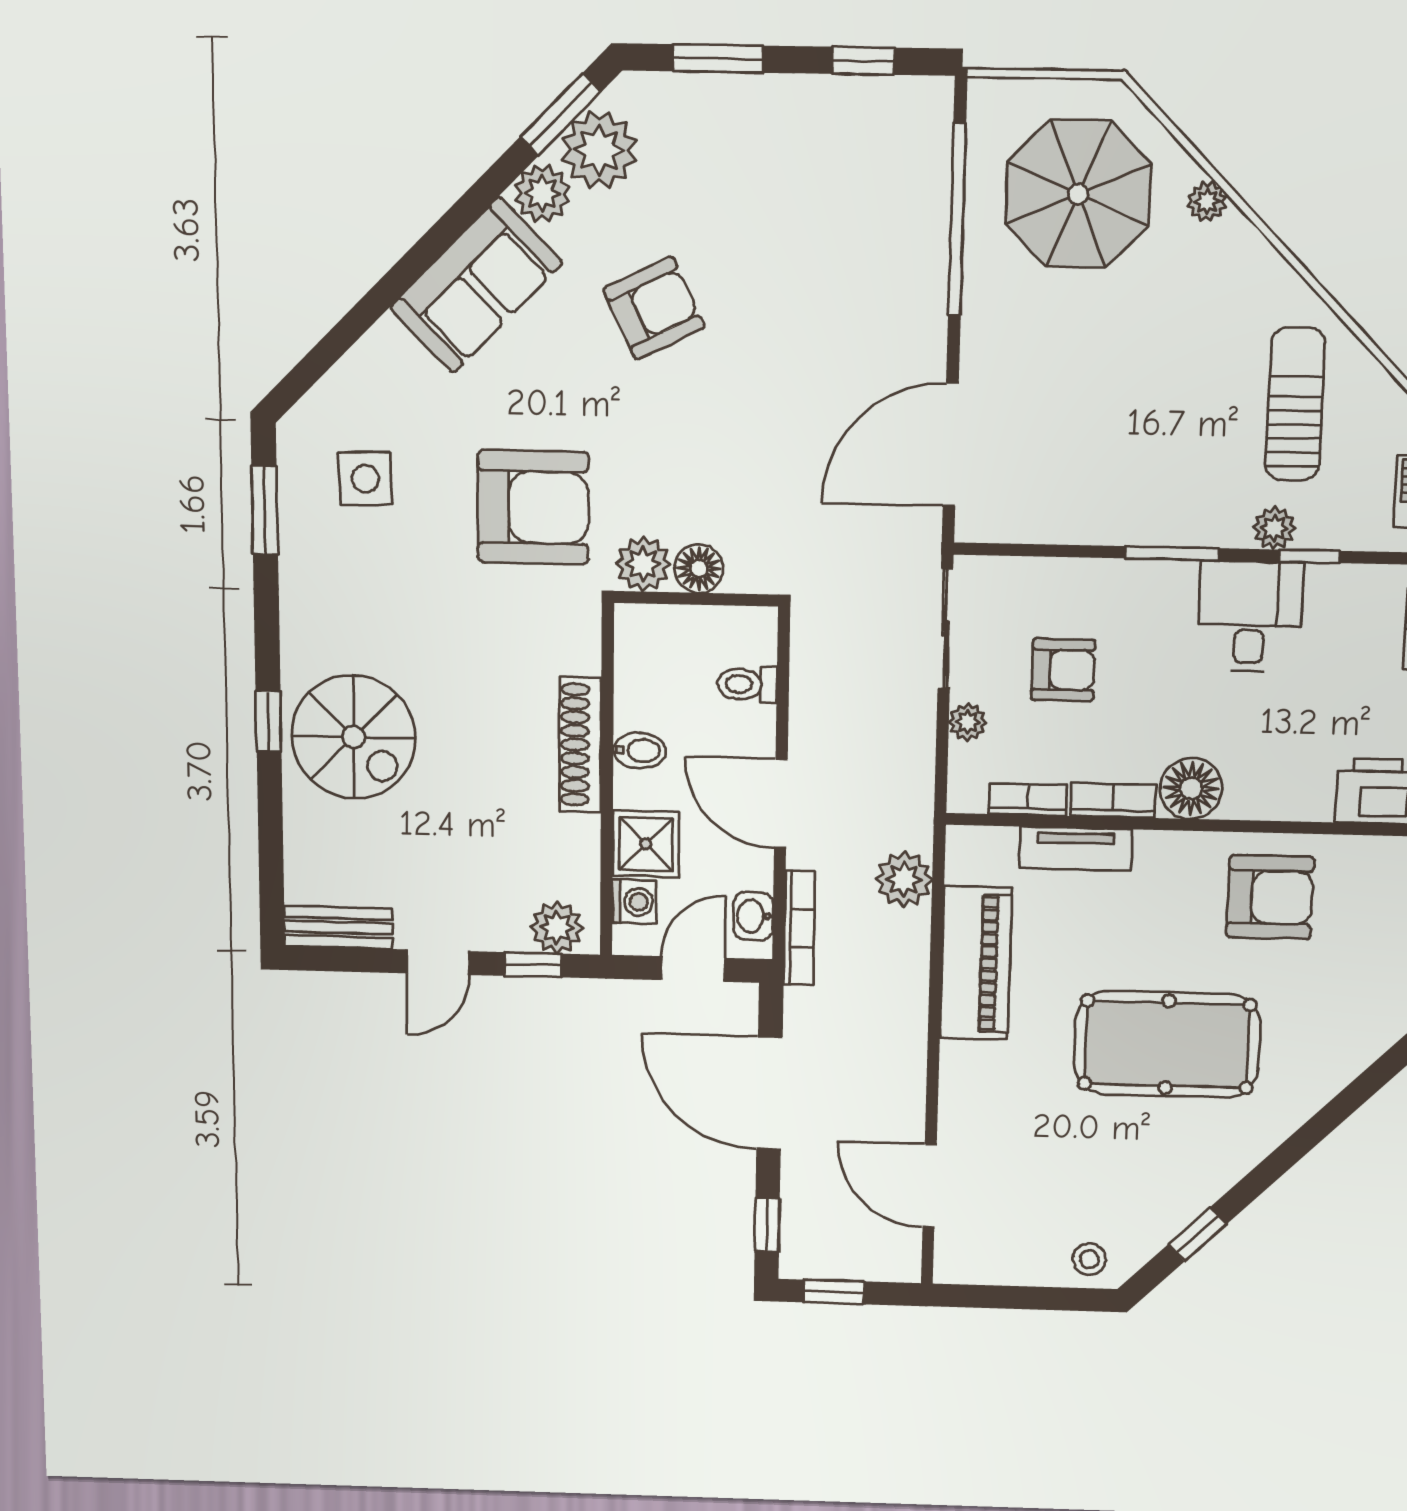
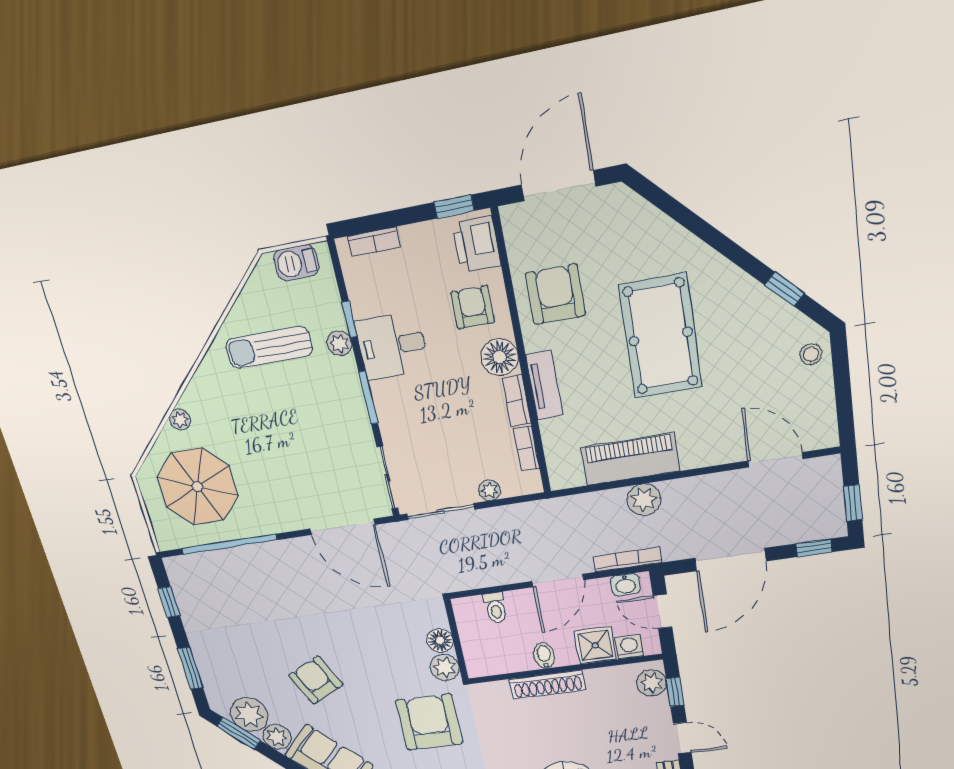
sliding door: (1025, 550) -> (387, 478), added
armchair: (1063, 670) -> (473, 307), moved
tv unit: (1076, 849) -> (544, 385), moved
plant: (904, 879) -> (644, 500), moved
door: (930, 1186) -> (775, 460), swing flipped

